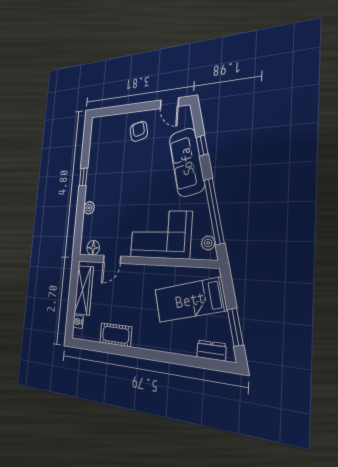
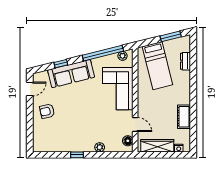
dresser: (211, 350) -> (185, 61), moved

